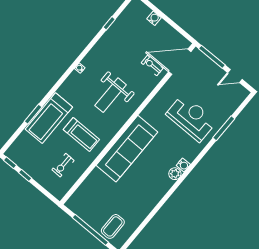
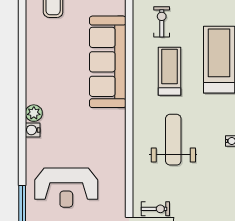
treadmill: (81, 134) -> (170, 71), turned 90
sofa: (127, 149) -> (108, 62), moved

